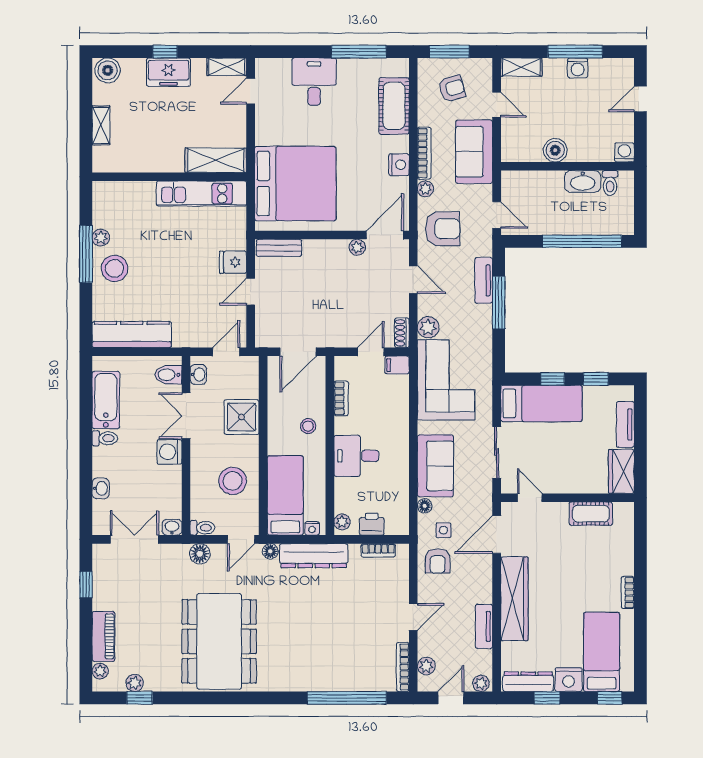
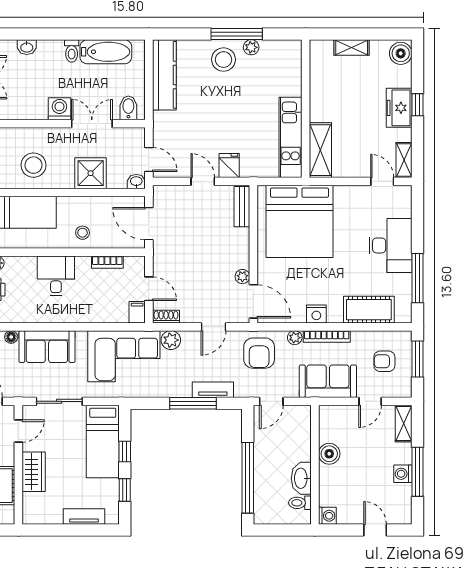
desk: (314, 82) -> (391, 245), width x1.37
armchair: (452, 89) -> (384, 361), turned 106
washbasin: (198, 374) -> (136, 182), moved, turned 180
wardrobe: (621, 471) -> (34, 472), moved, turned 90

